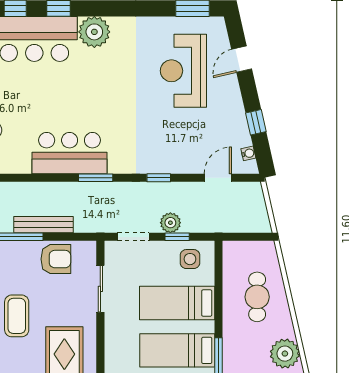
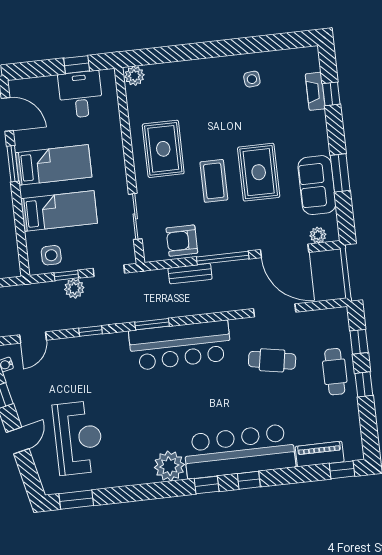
door: (242, 59) -> (18, 440), moved
bar counter: (70, 153) -> (180, 345), width x1.36
bench: (43, 225) -> (190, 274), width x0.73

